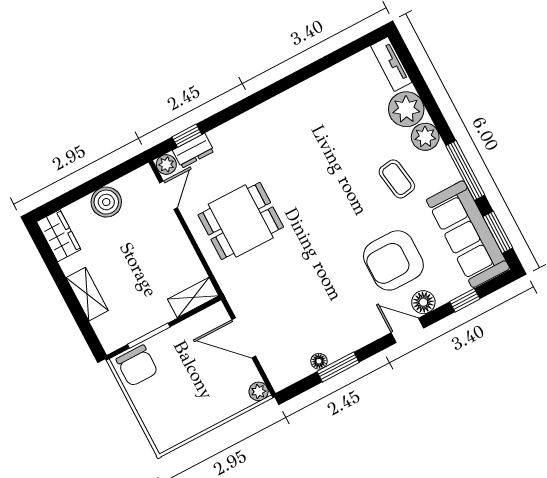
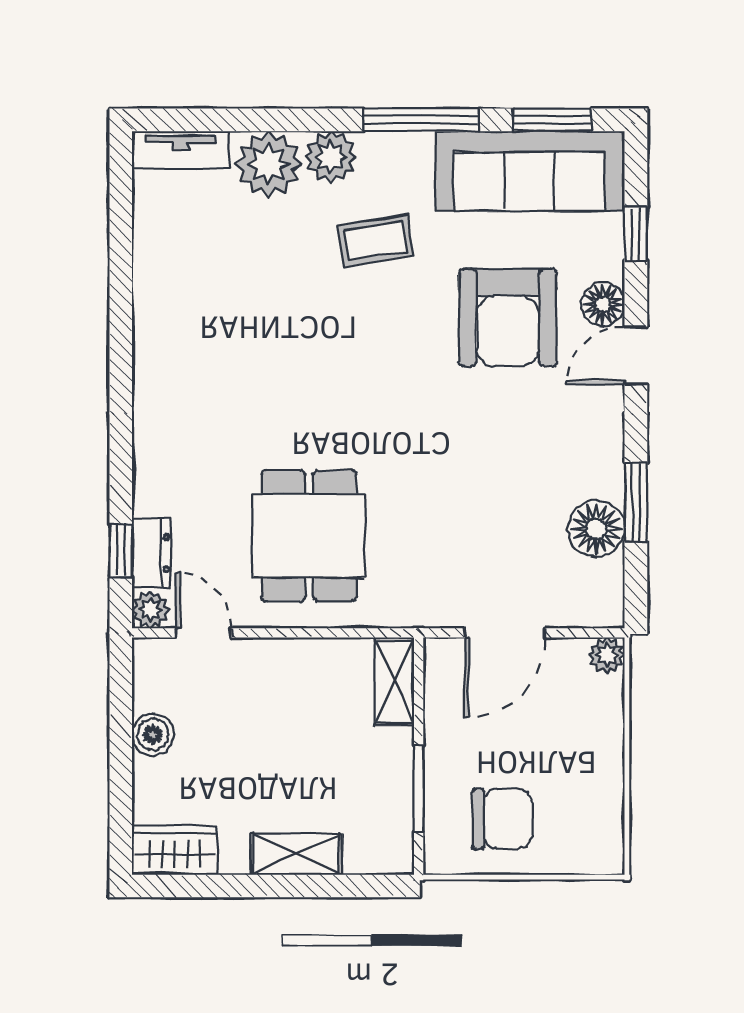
boiler: (106, 202) -> (153, 734), width x0.73, depth x0.73
floor lamp: (319, 361) -> (596, 529), width x1.89, depth x1.89
chair: (137, 366) -> (502, 819), moved

